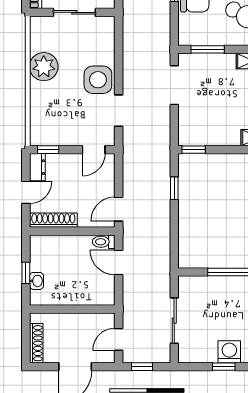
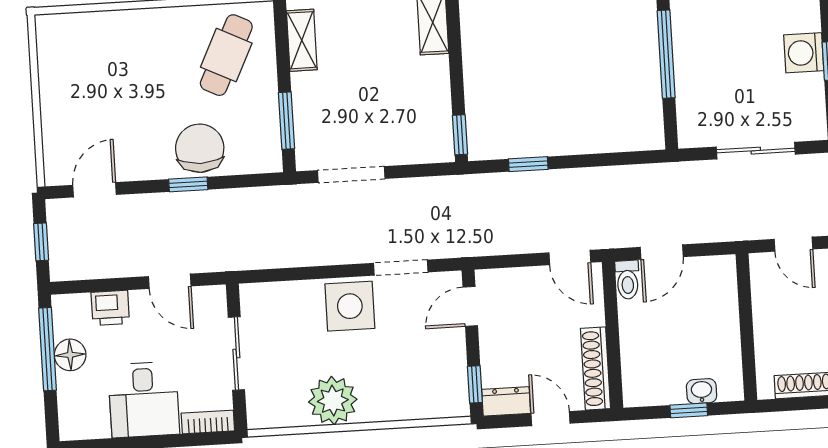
door: (94, 150) -> (470, 306), swing flipped

